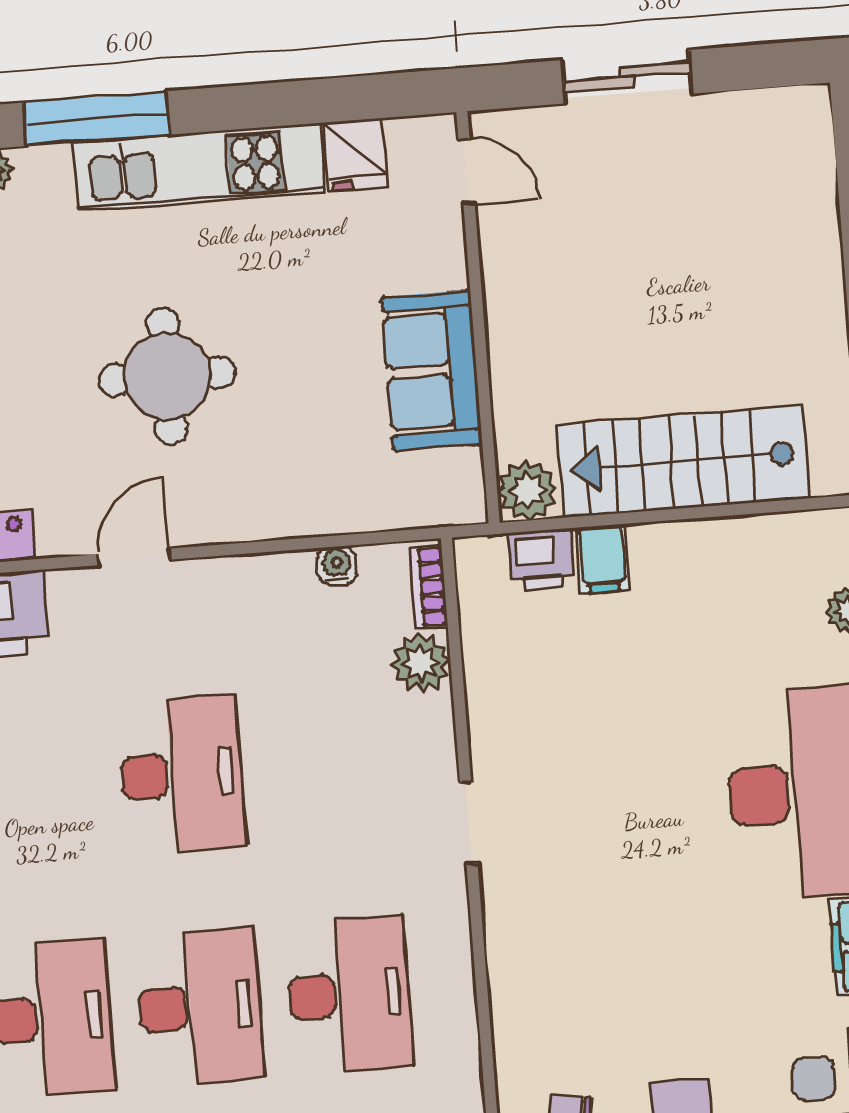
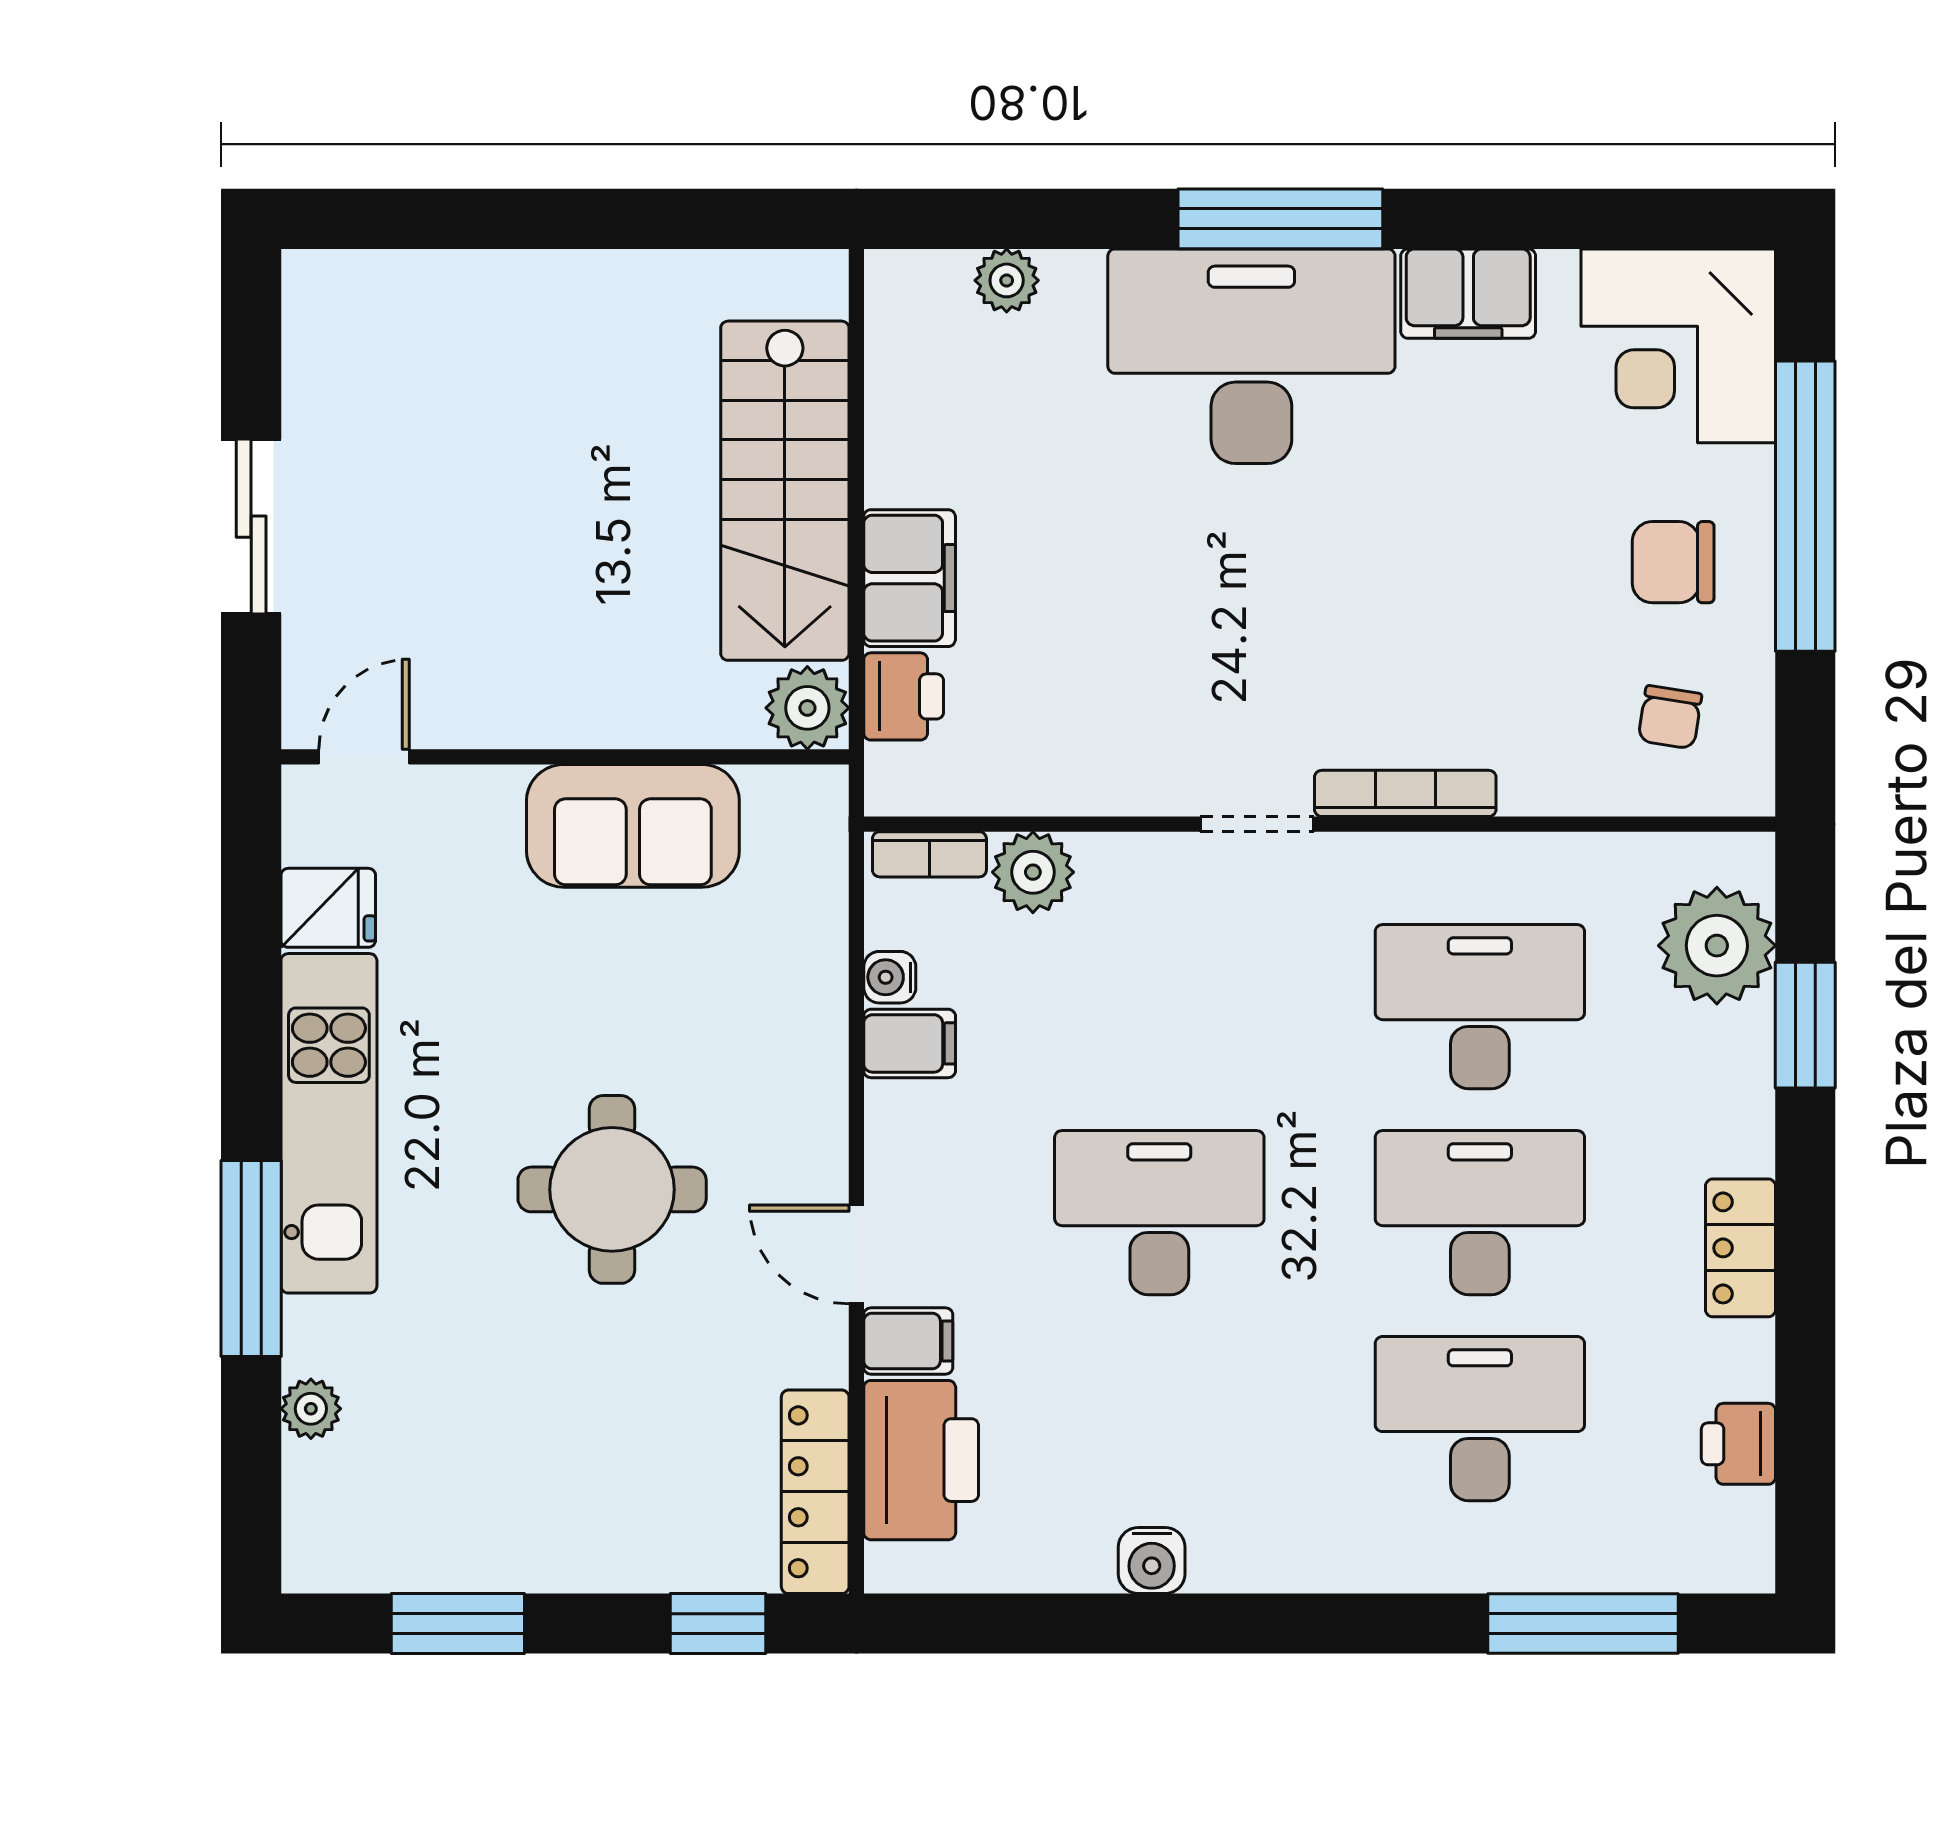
filing cabinet: (602, 559) -> (910, 578), width x2.00
filing cabinet: (290, 584) -> (910, 1043), added
filing cabinet: (74, 600) -> (908, 1341), added
bookcase: (499, 928) -> (1405, 793), added

